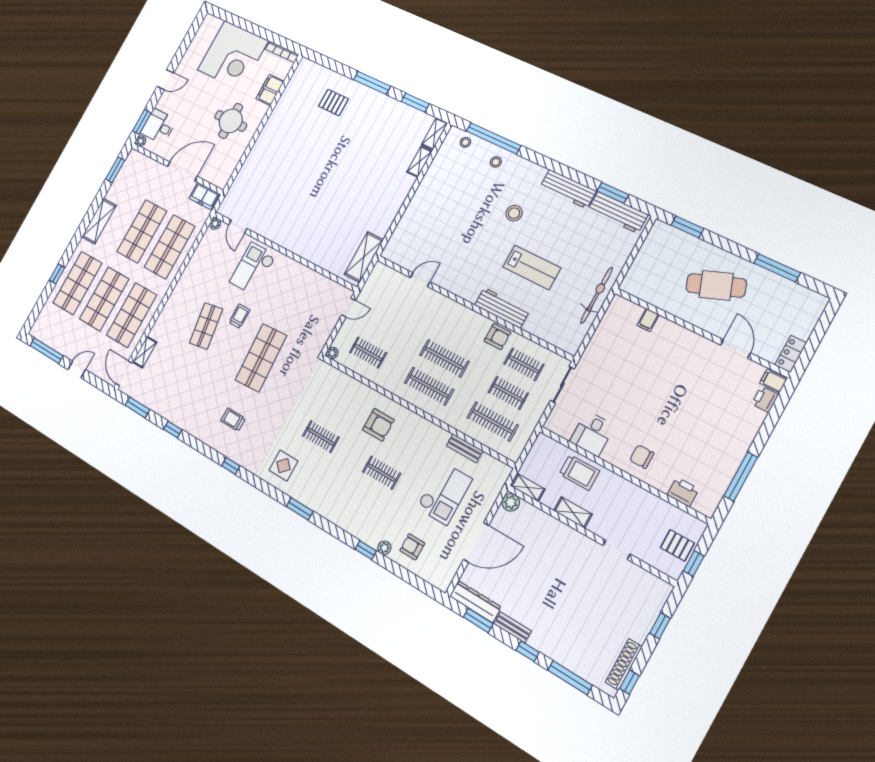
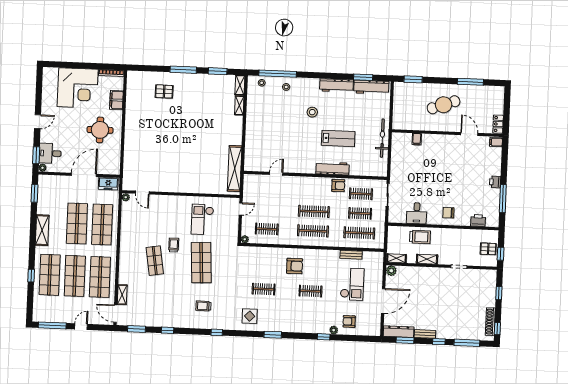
shelving: (364, 257) -> (235, 169), width x1.47
checkout: (253, 269) -> (202, 219), moved
printer: (765, 399) -> (495, 182), moved

